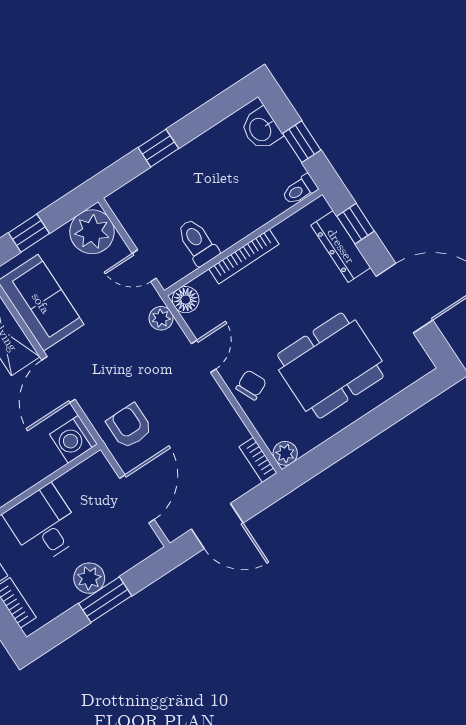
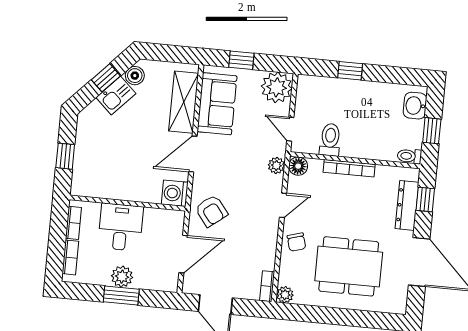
chair: (251, 385) -> (296, 242), turned 99
armchair: (129, 426) -> (211, 211), turned 142

